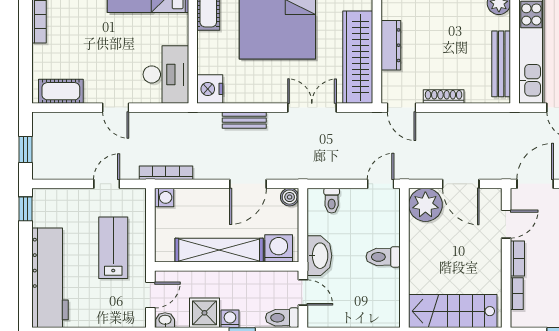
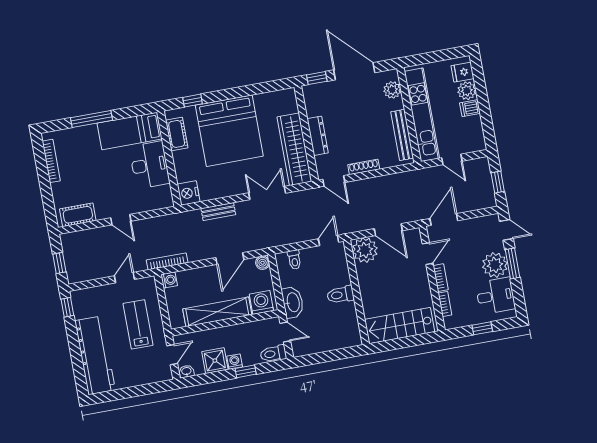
desk: (166, 74) -> (150, 165), moved

